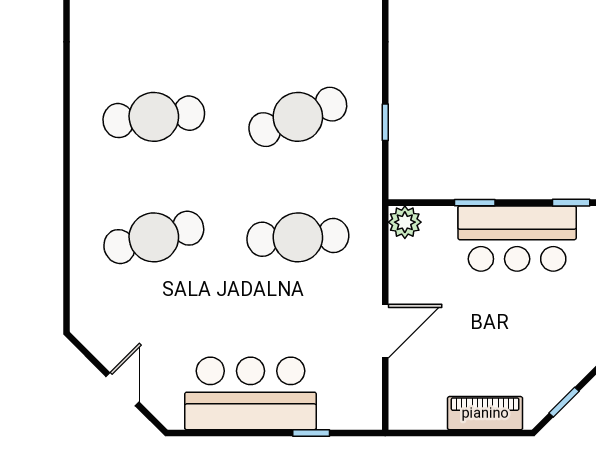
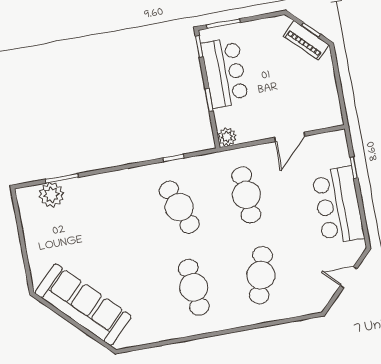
cafe table: (154, 237) -> (261, 275), turned 30
door: (385, 331) -> (290, 137), swing flipped
piano: (485, 413) -> (306, 40), moved, turned -45

